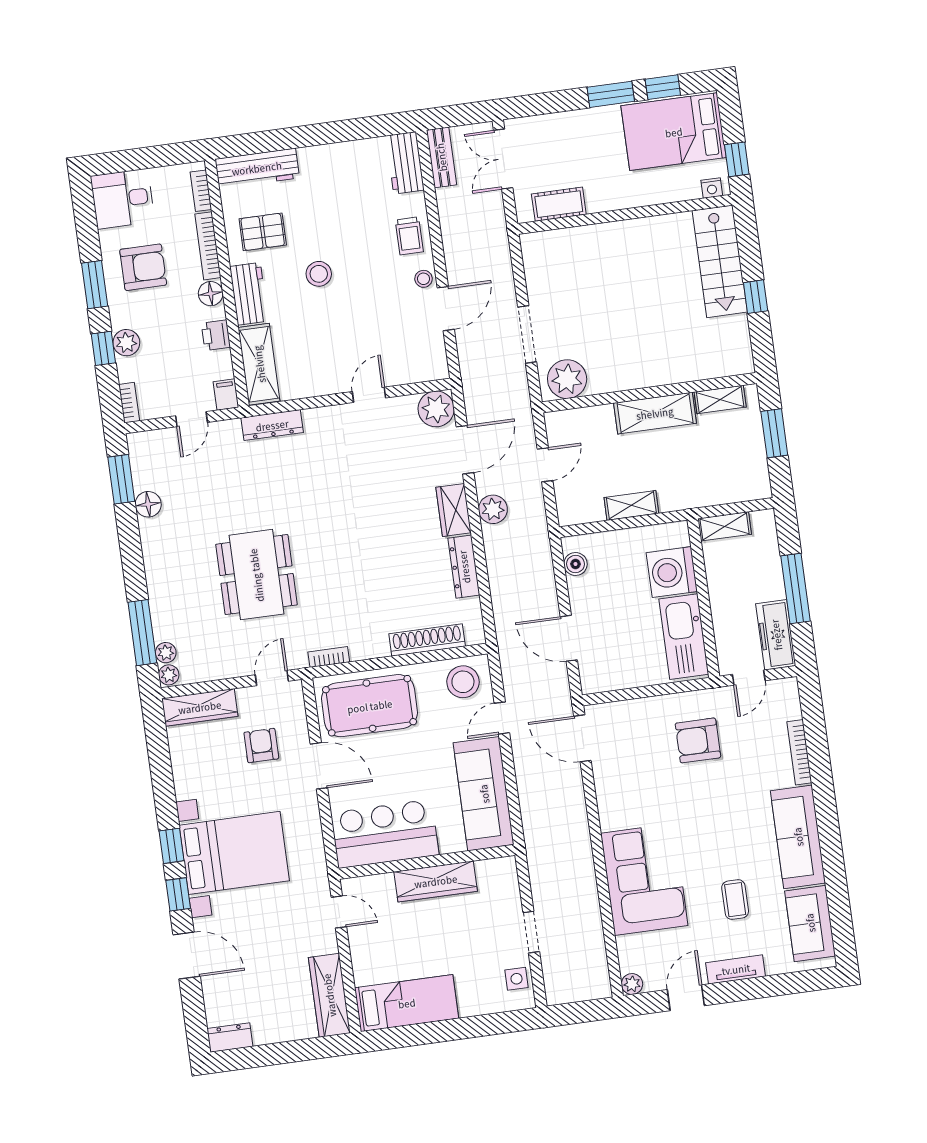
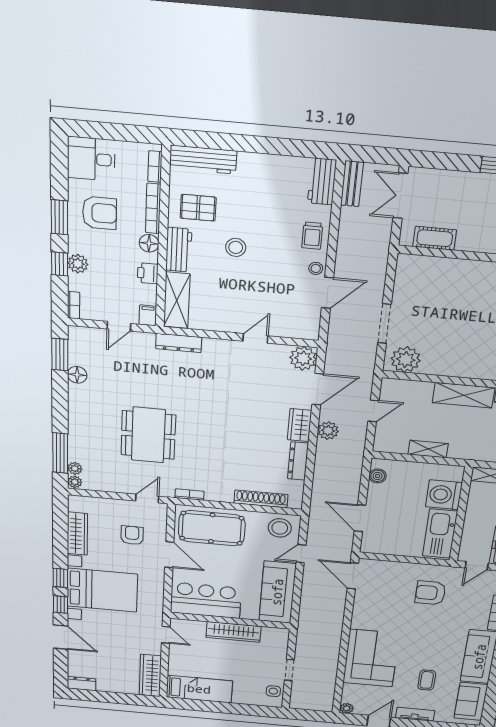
wardrobe: (200, 707) -> (77, 534), moved, turned -90

